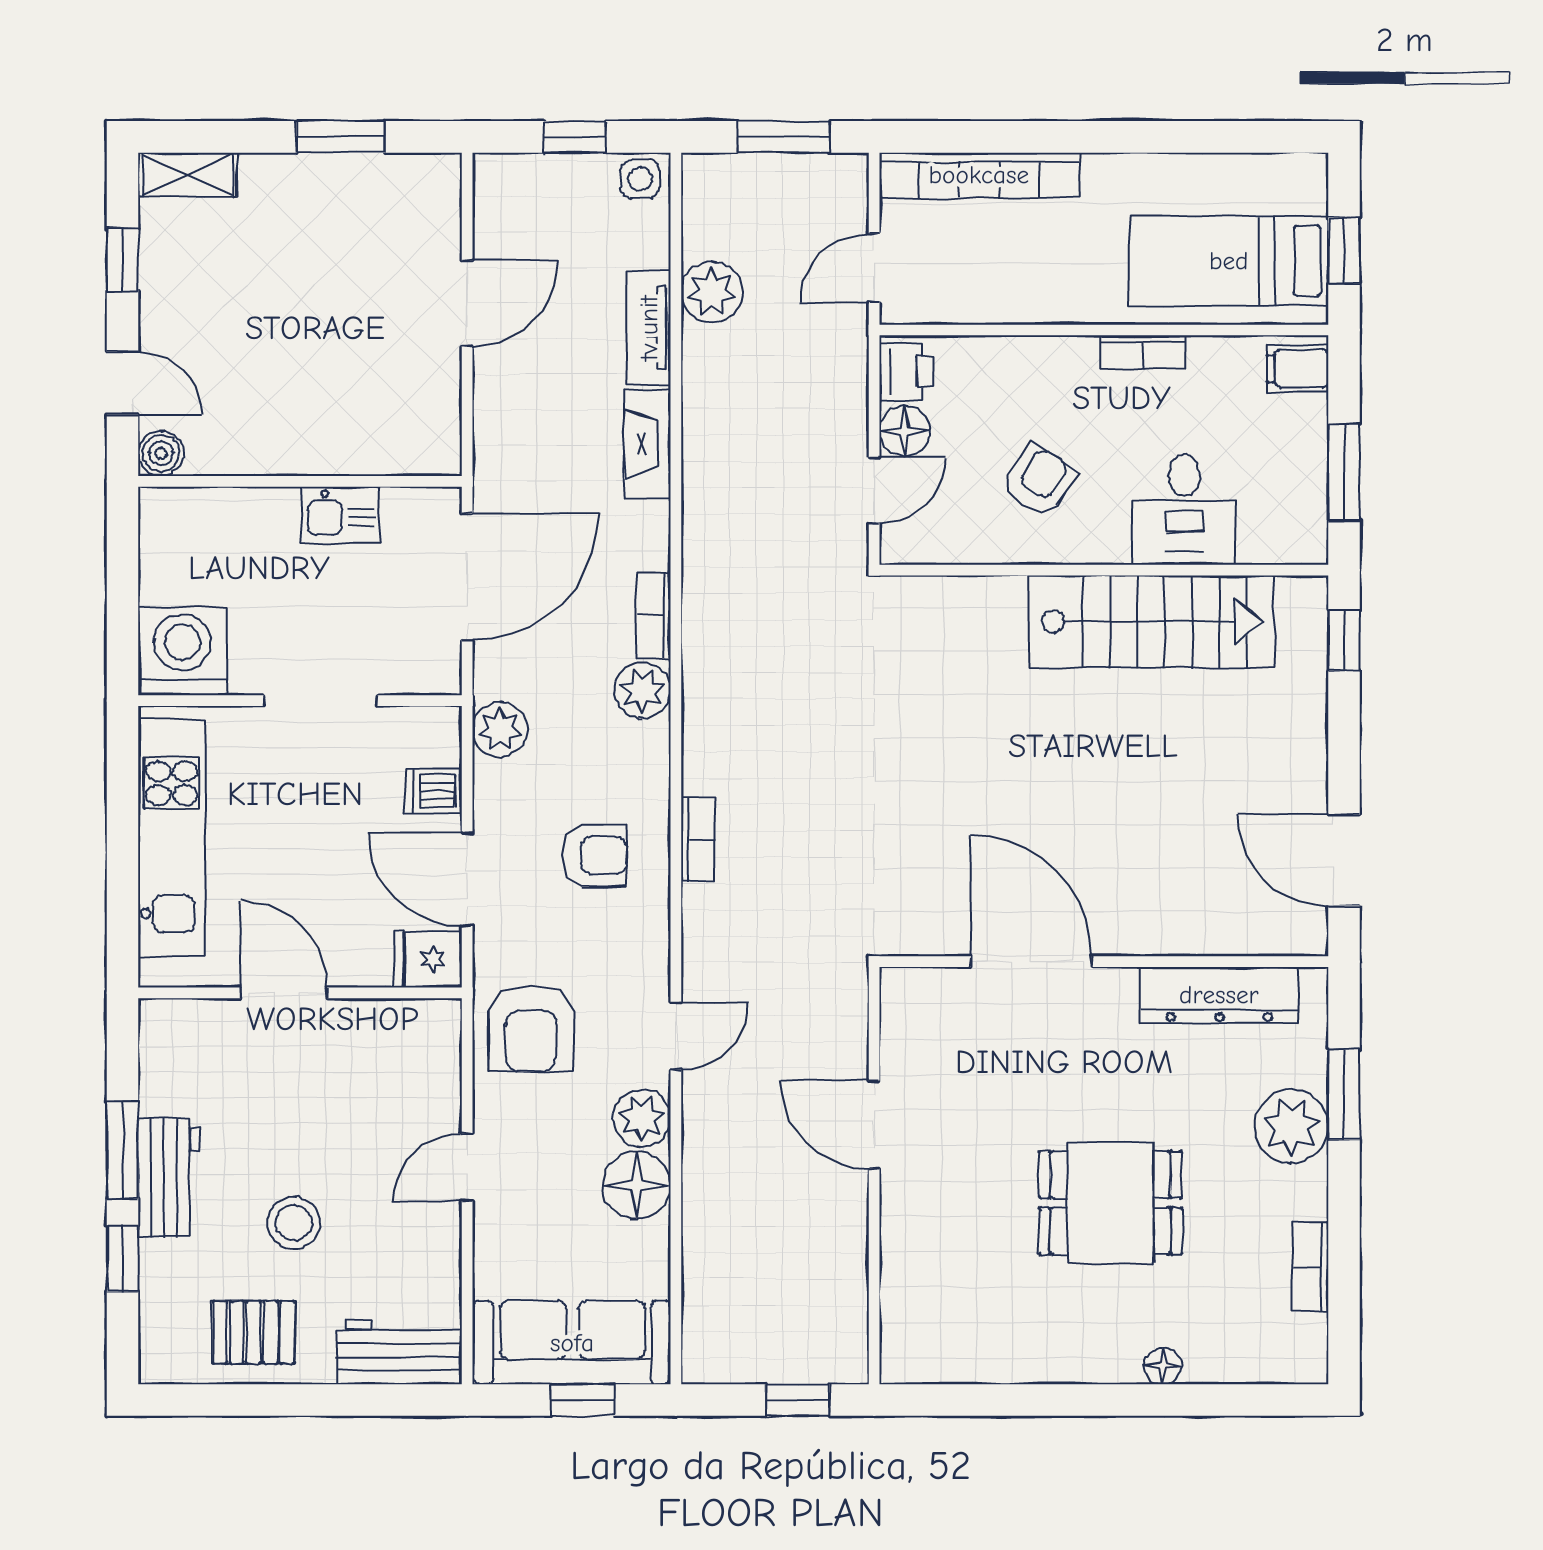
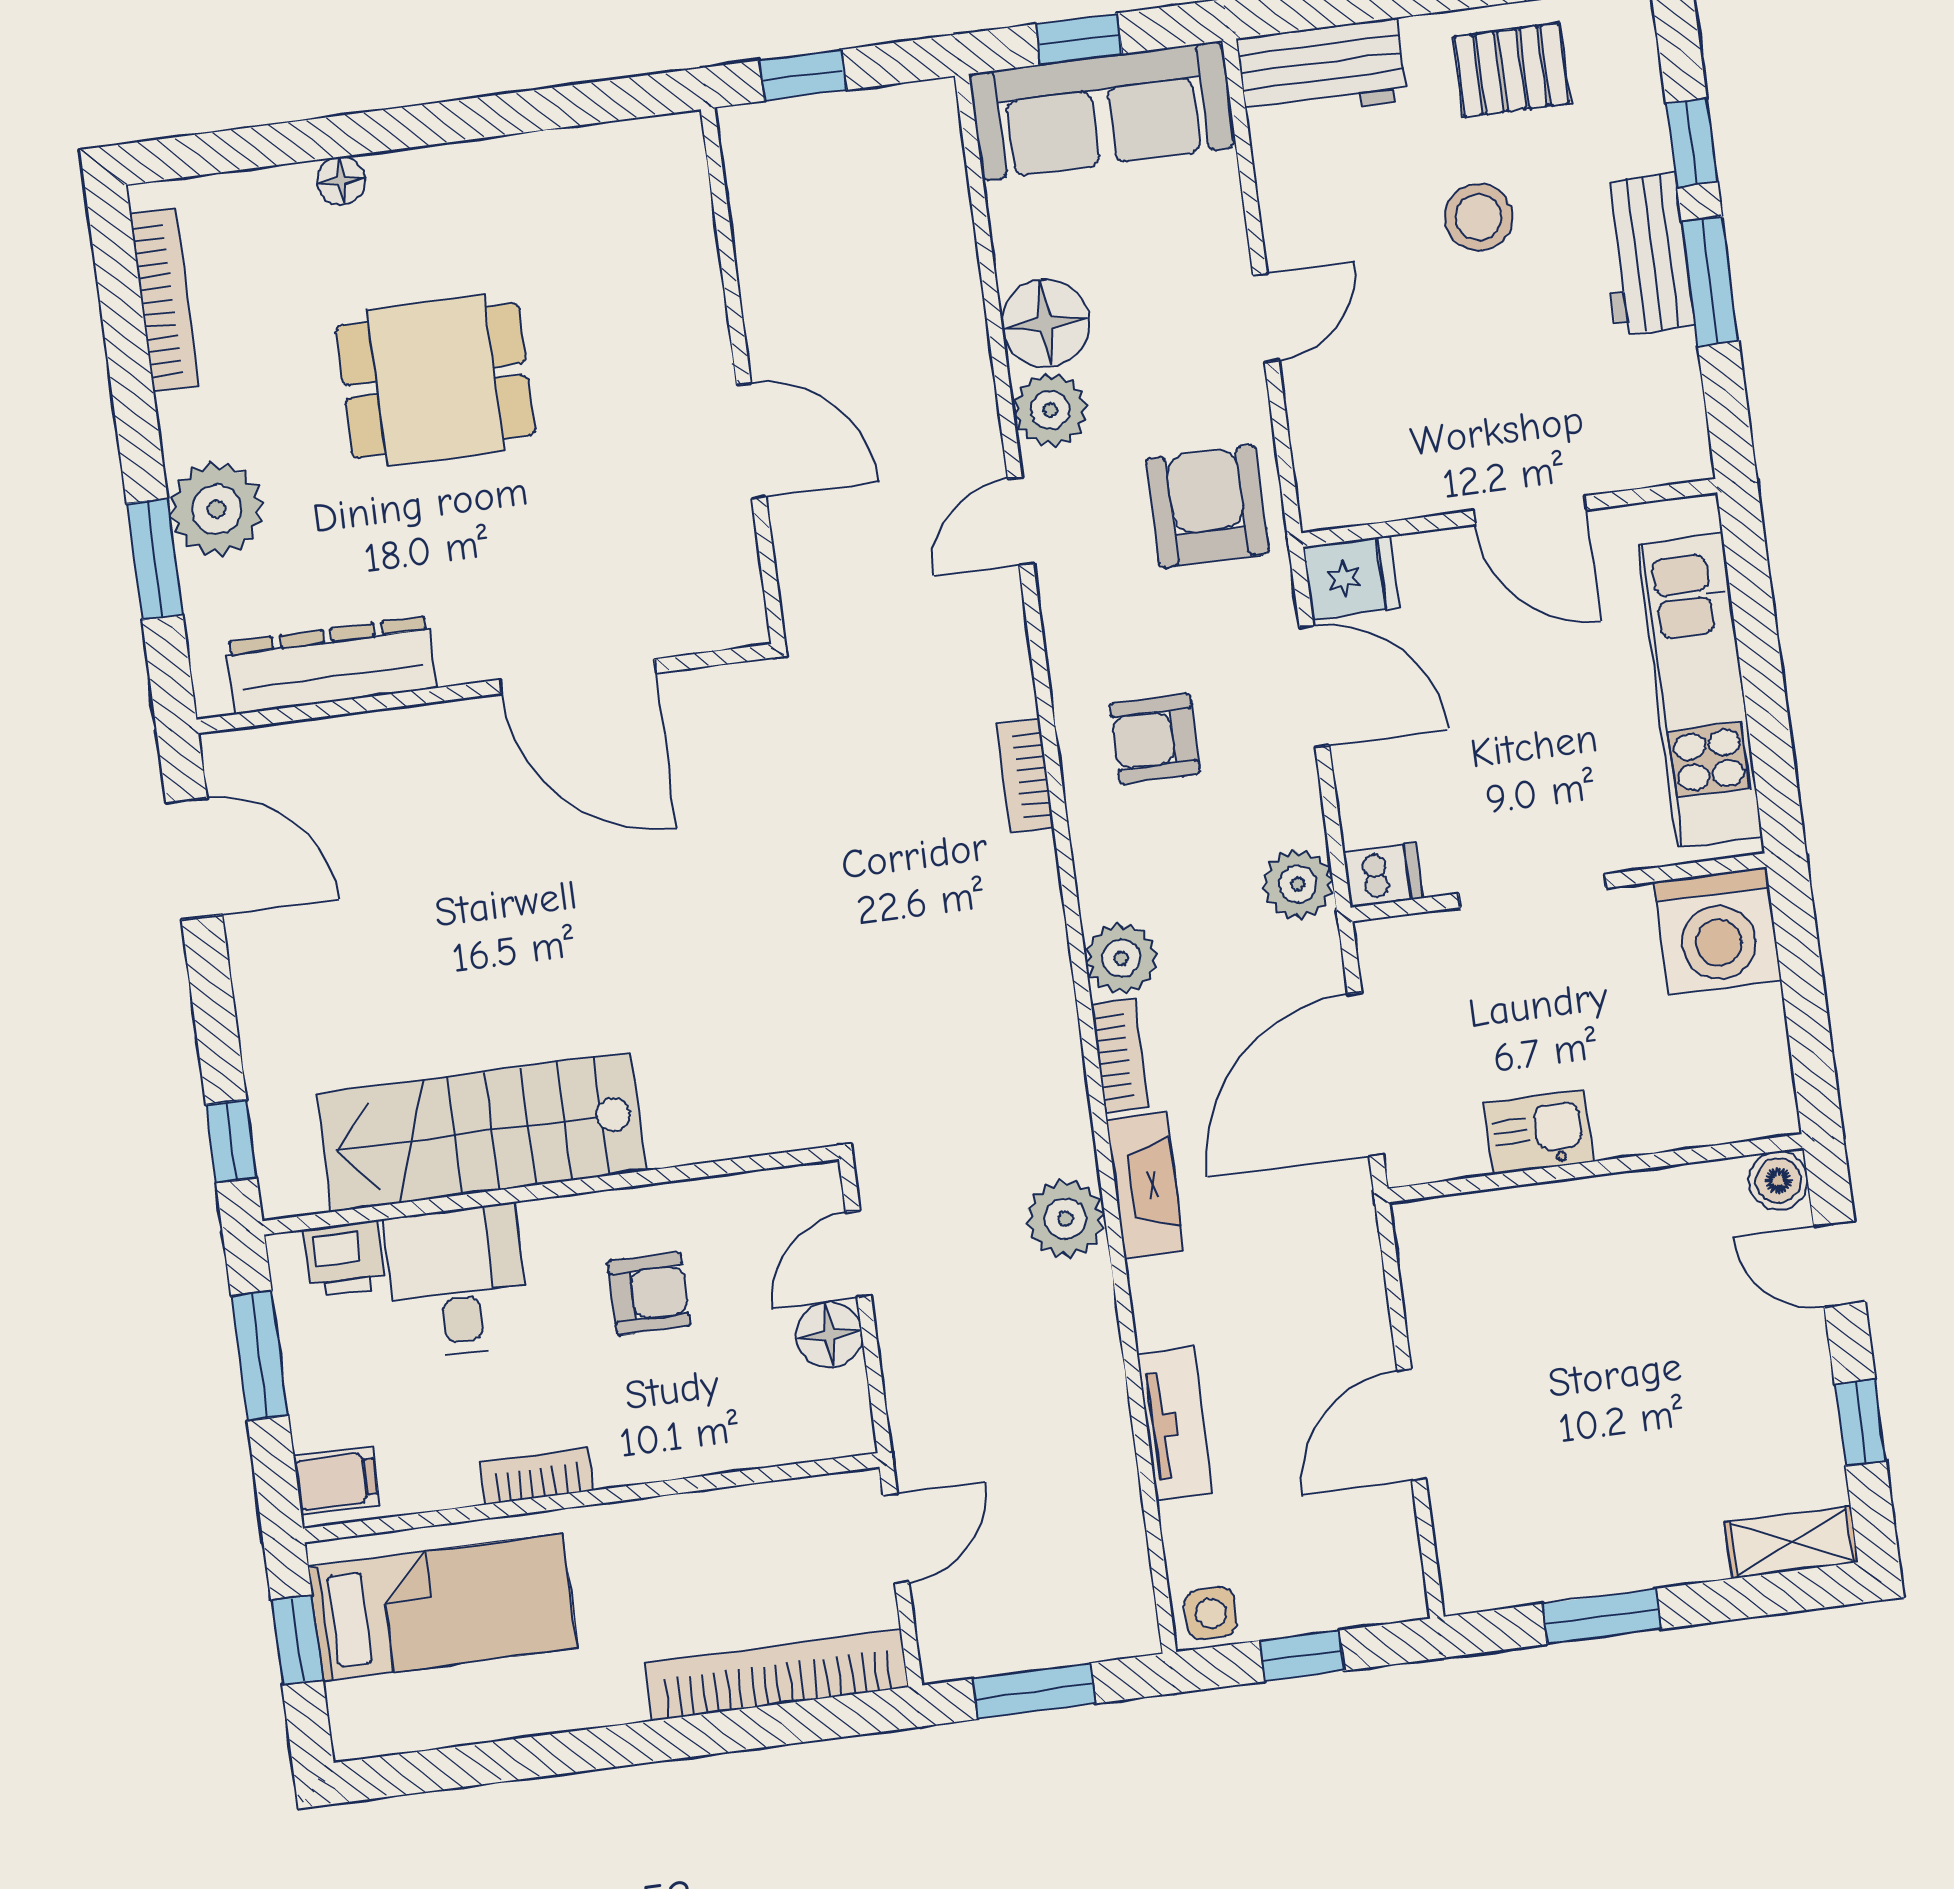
plant: (712, 292) -> (1066, 1219), moved
printer: (906, 372) -> (344, 1259), moved, turned -90
fireplace: (647, 444) -> (1145, 1185), moved
armchair: (1039, 481) -> (649, 1294), turned -124
dishwasher: (434, 791) -> (1383, 875), moved
bookcase: (1310, 1267) -> (164, 300), width x1.56

